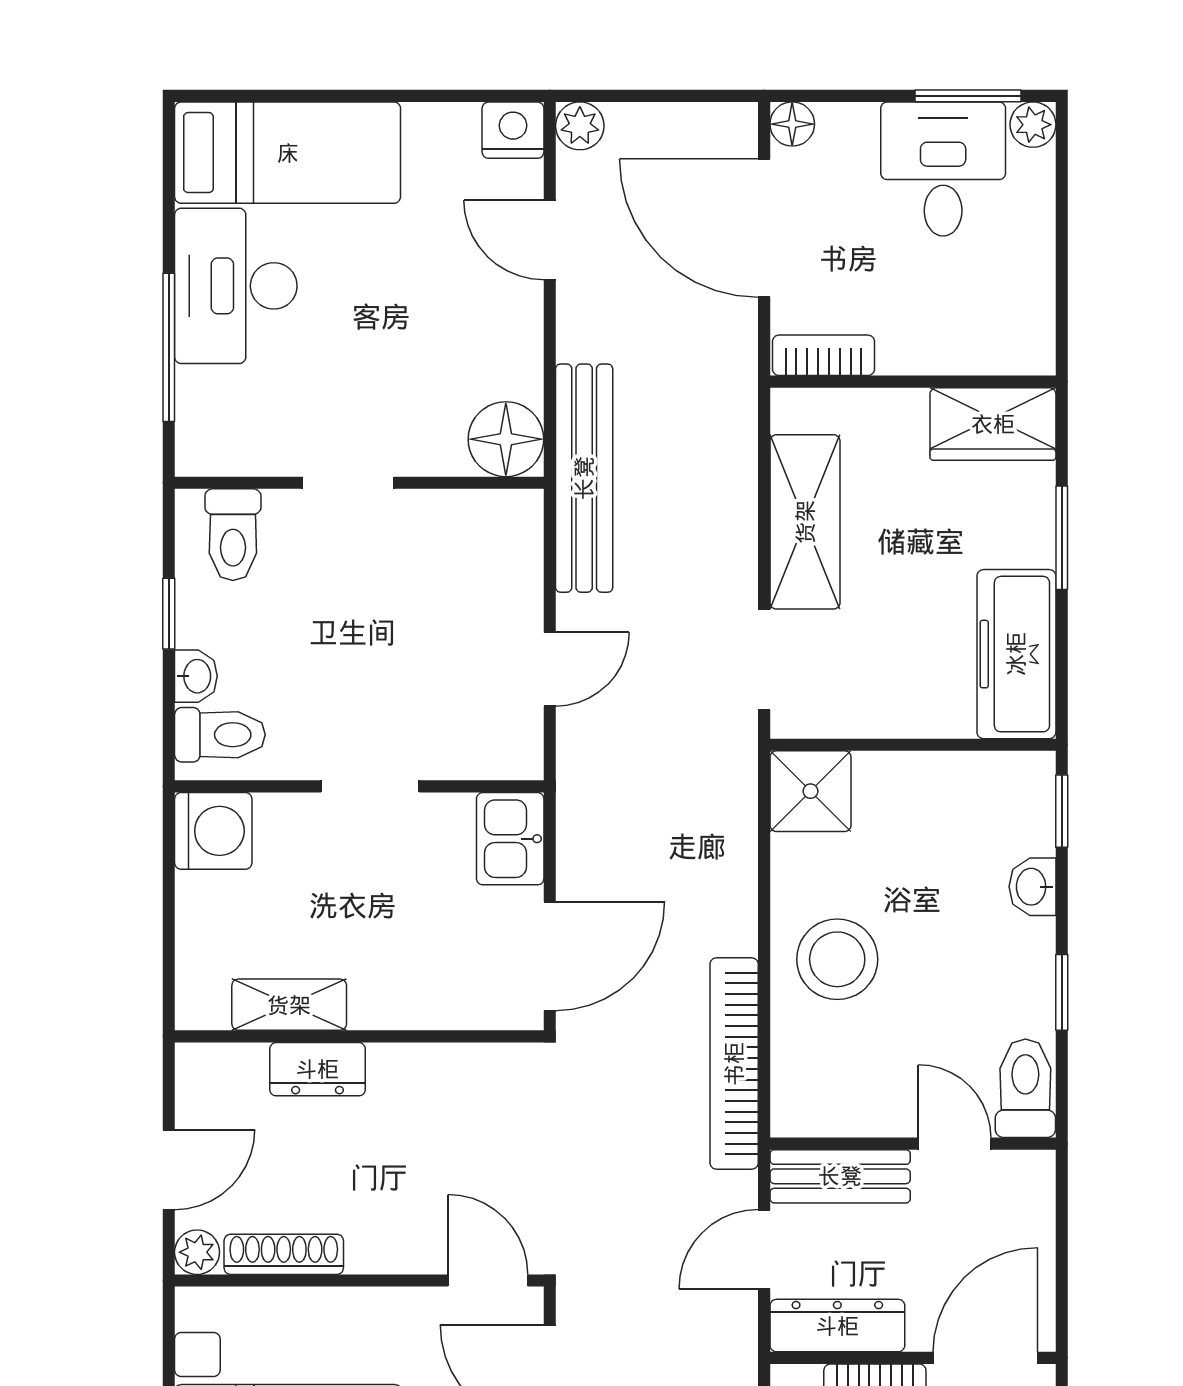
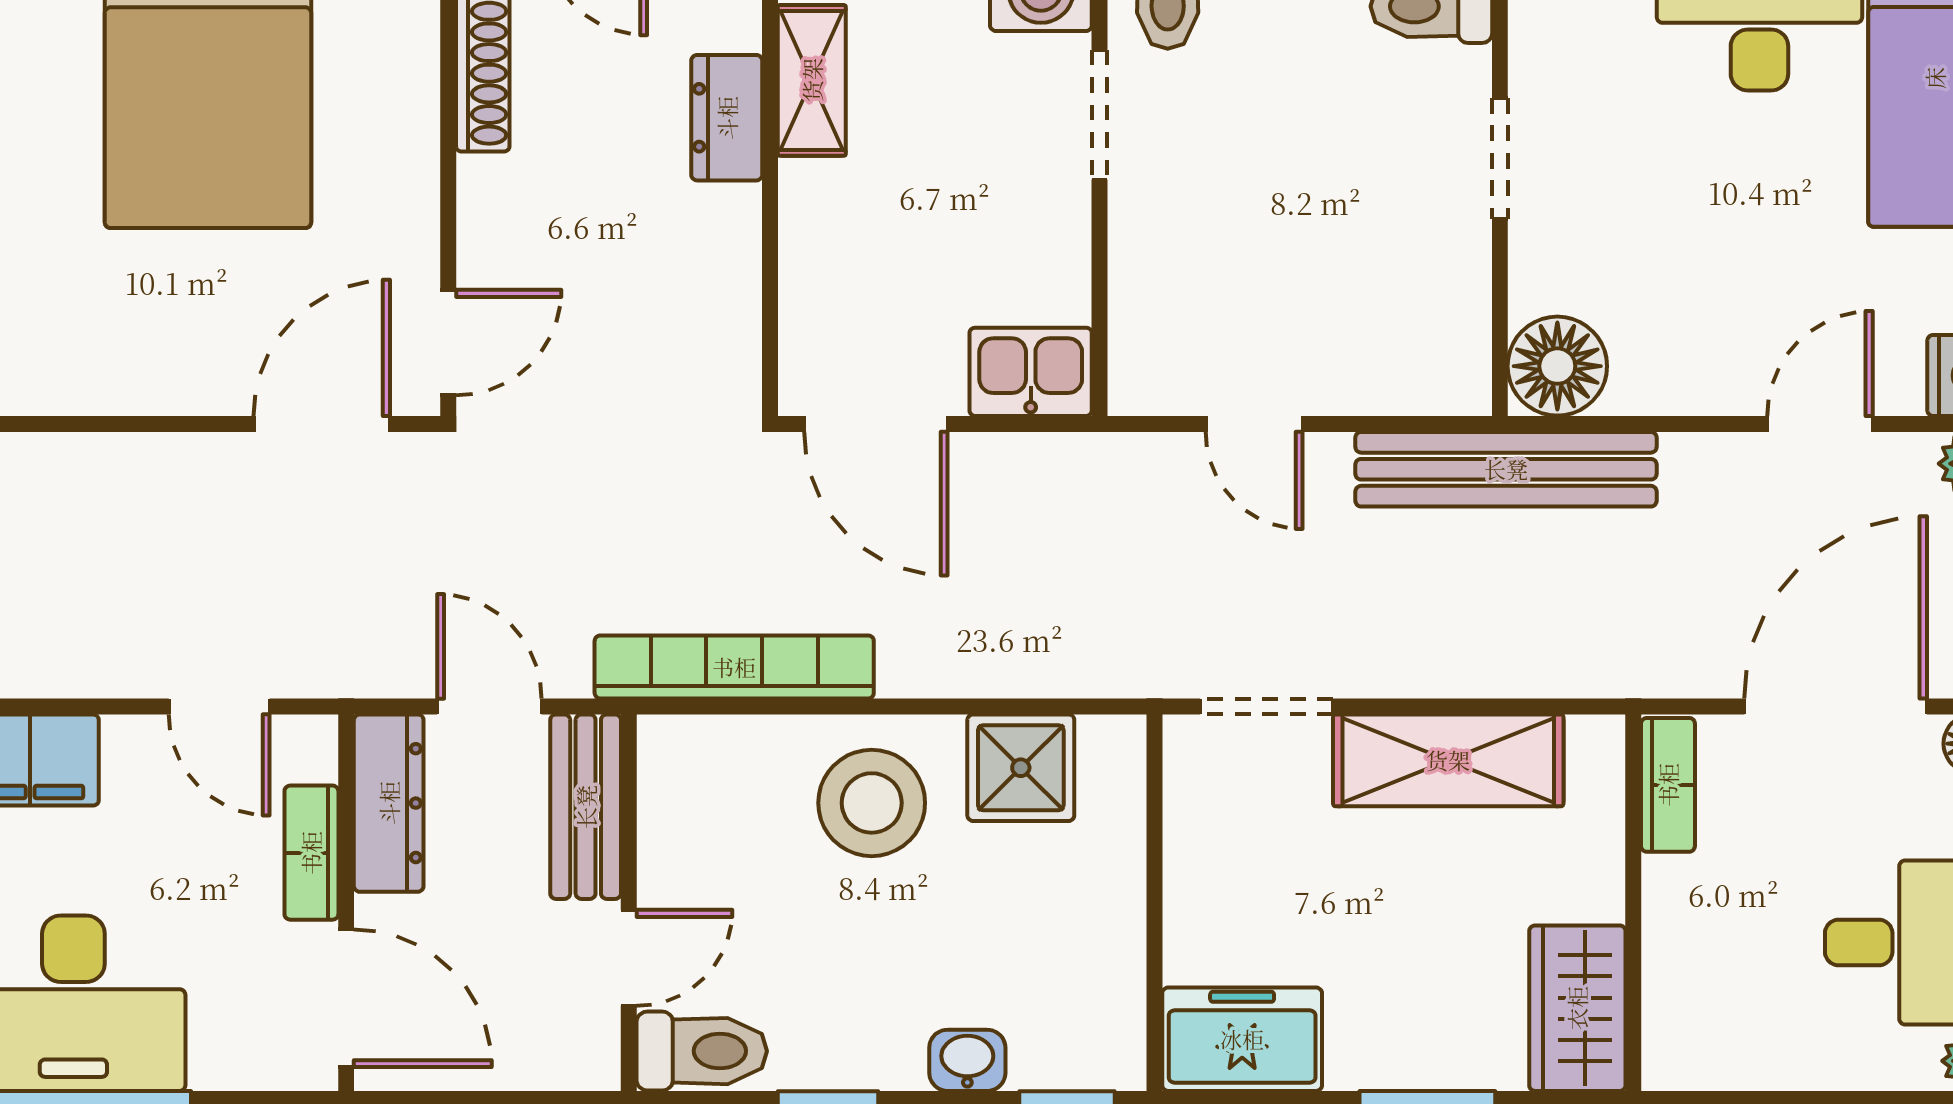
freezer: (1016, 654) -> (1242, 1039), width x0.71
doorway: (370, 786) -> (1100, 115), moved
shower: (810, 791) -> (1021, 768), moved

